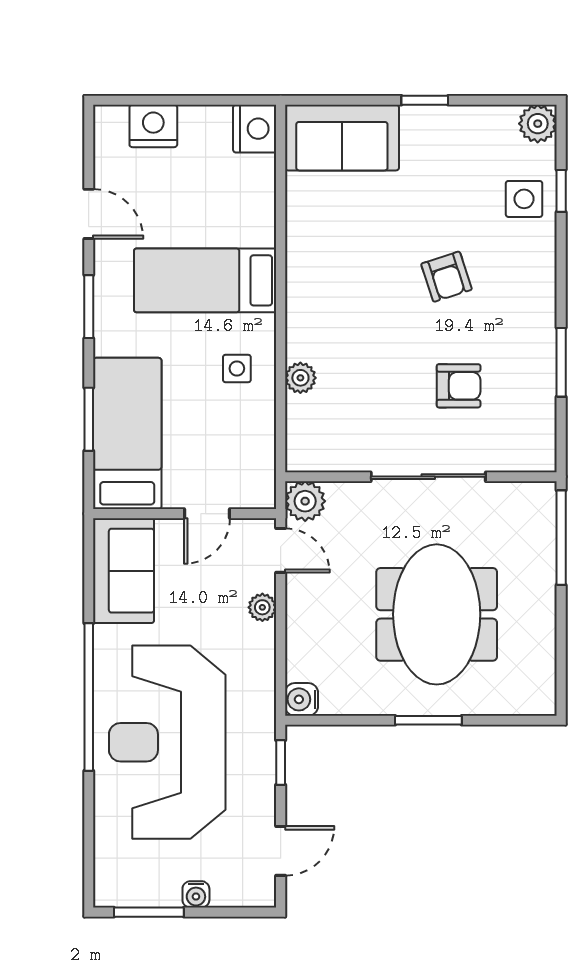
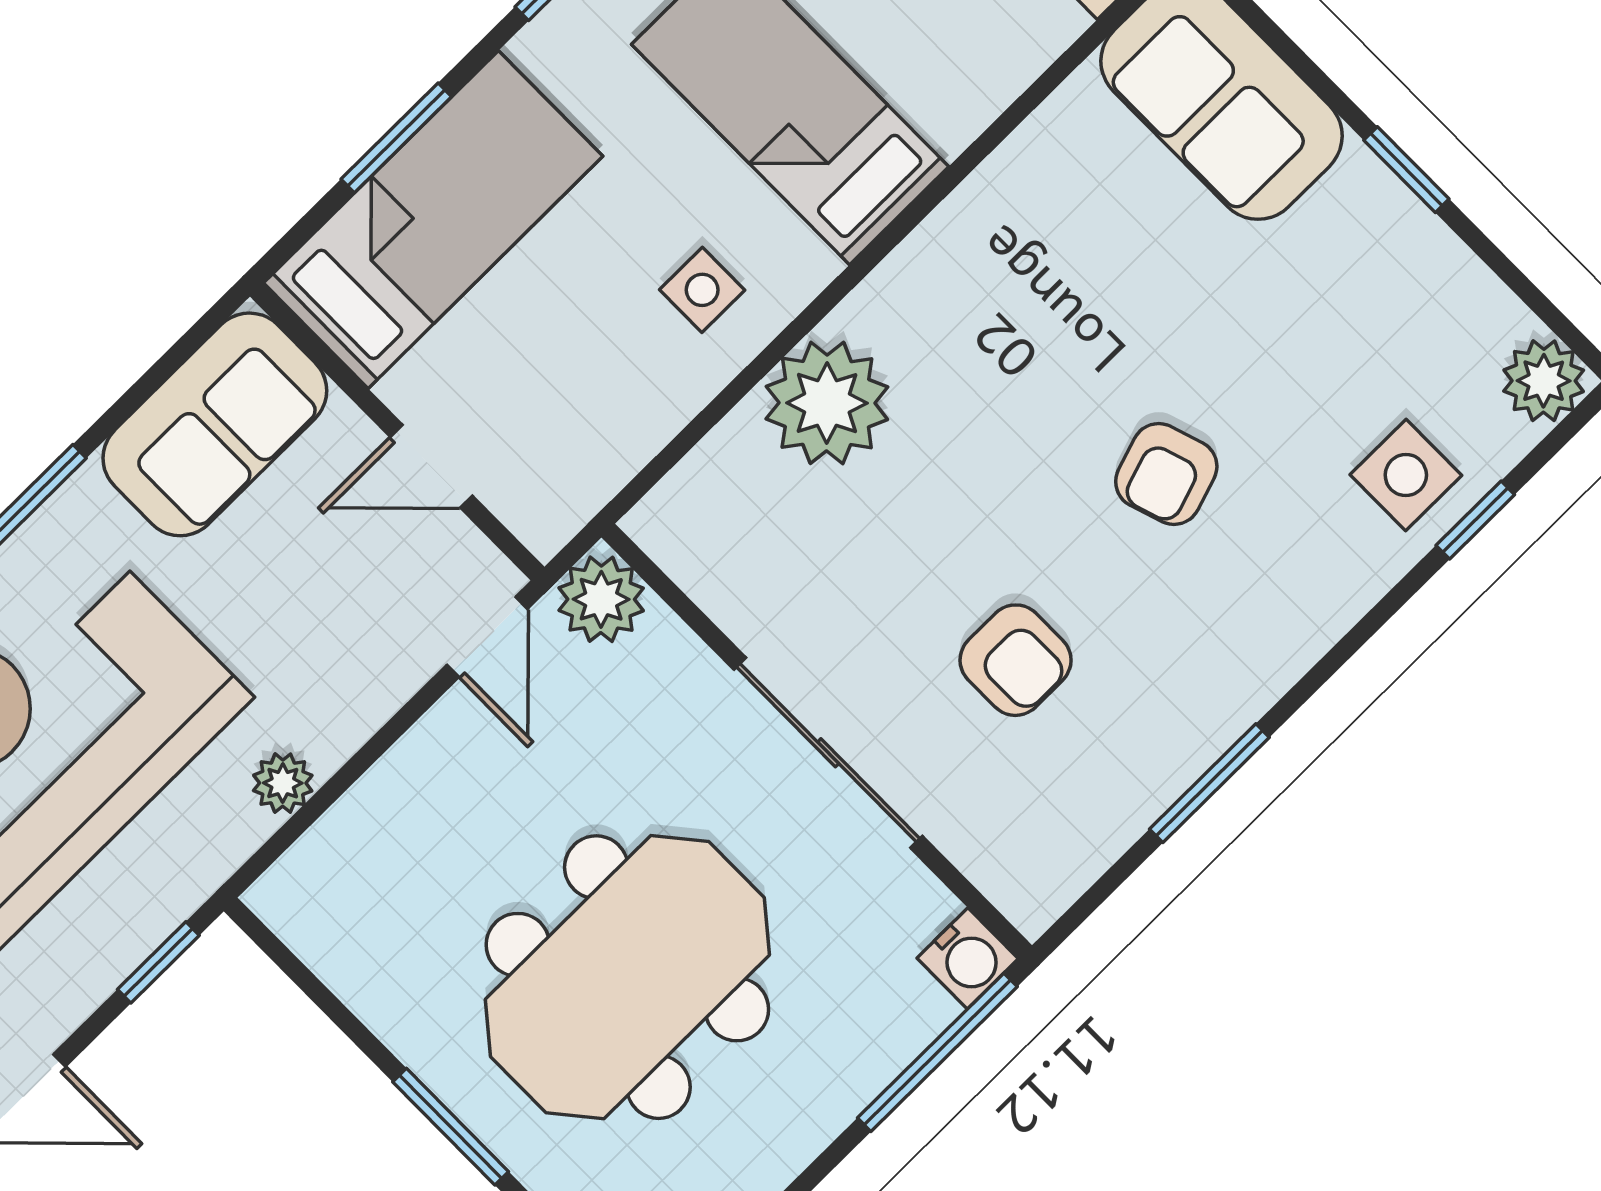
plant: (300, 378) -> (827, 403), width x1.88, depth x1.88
plant: (262, 607) -> (283, 783), moved
water cooler: (302, 699) -> (968, 958), moved, turned 180

